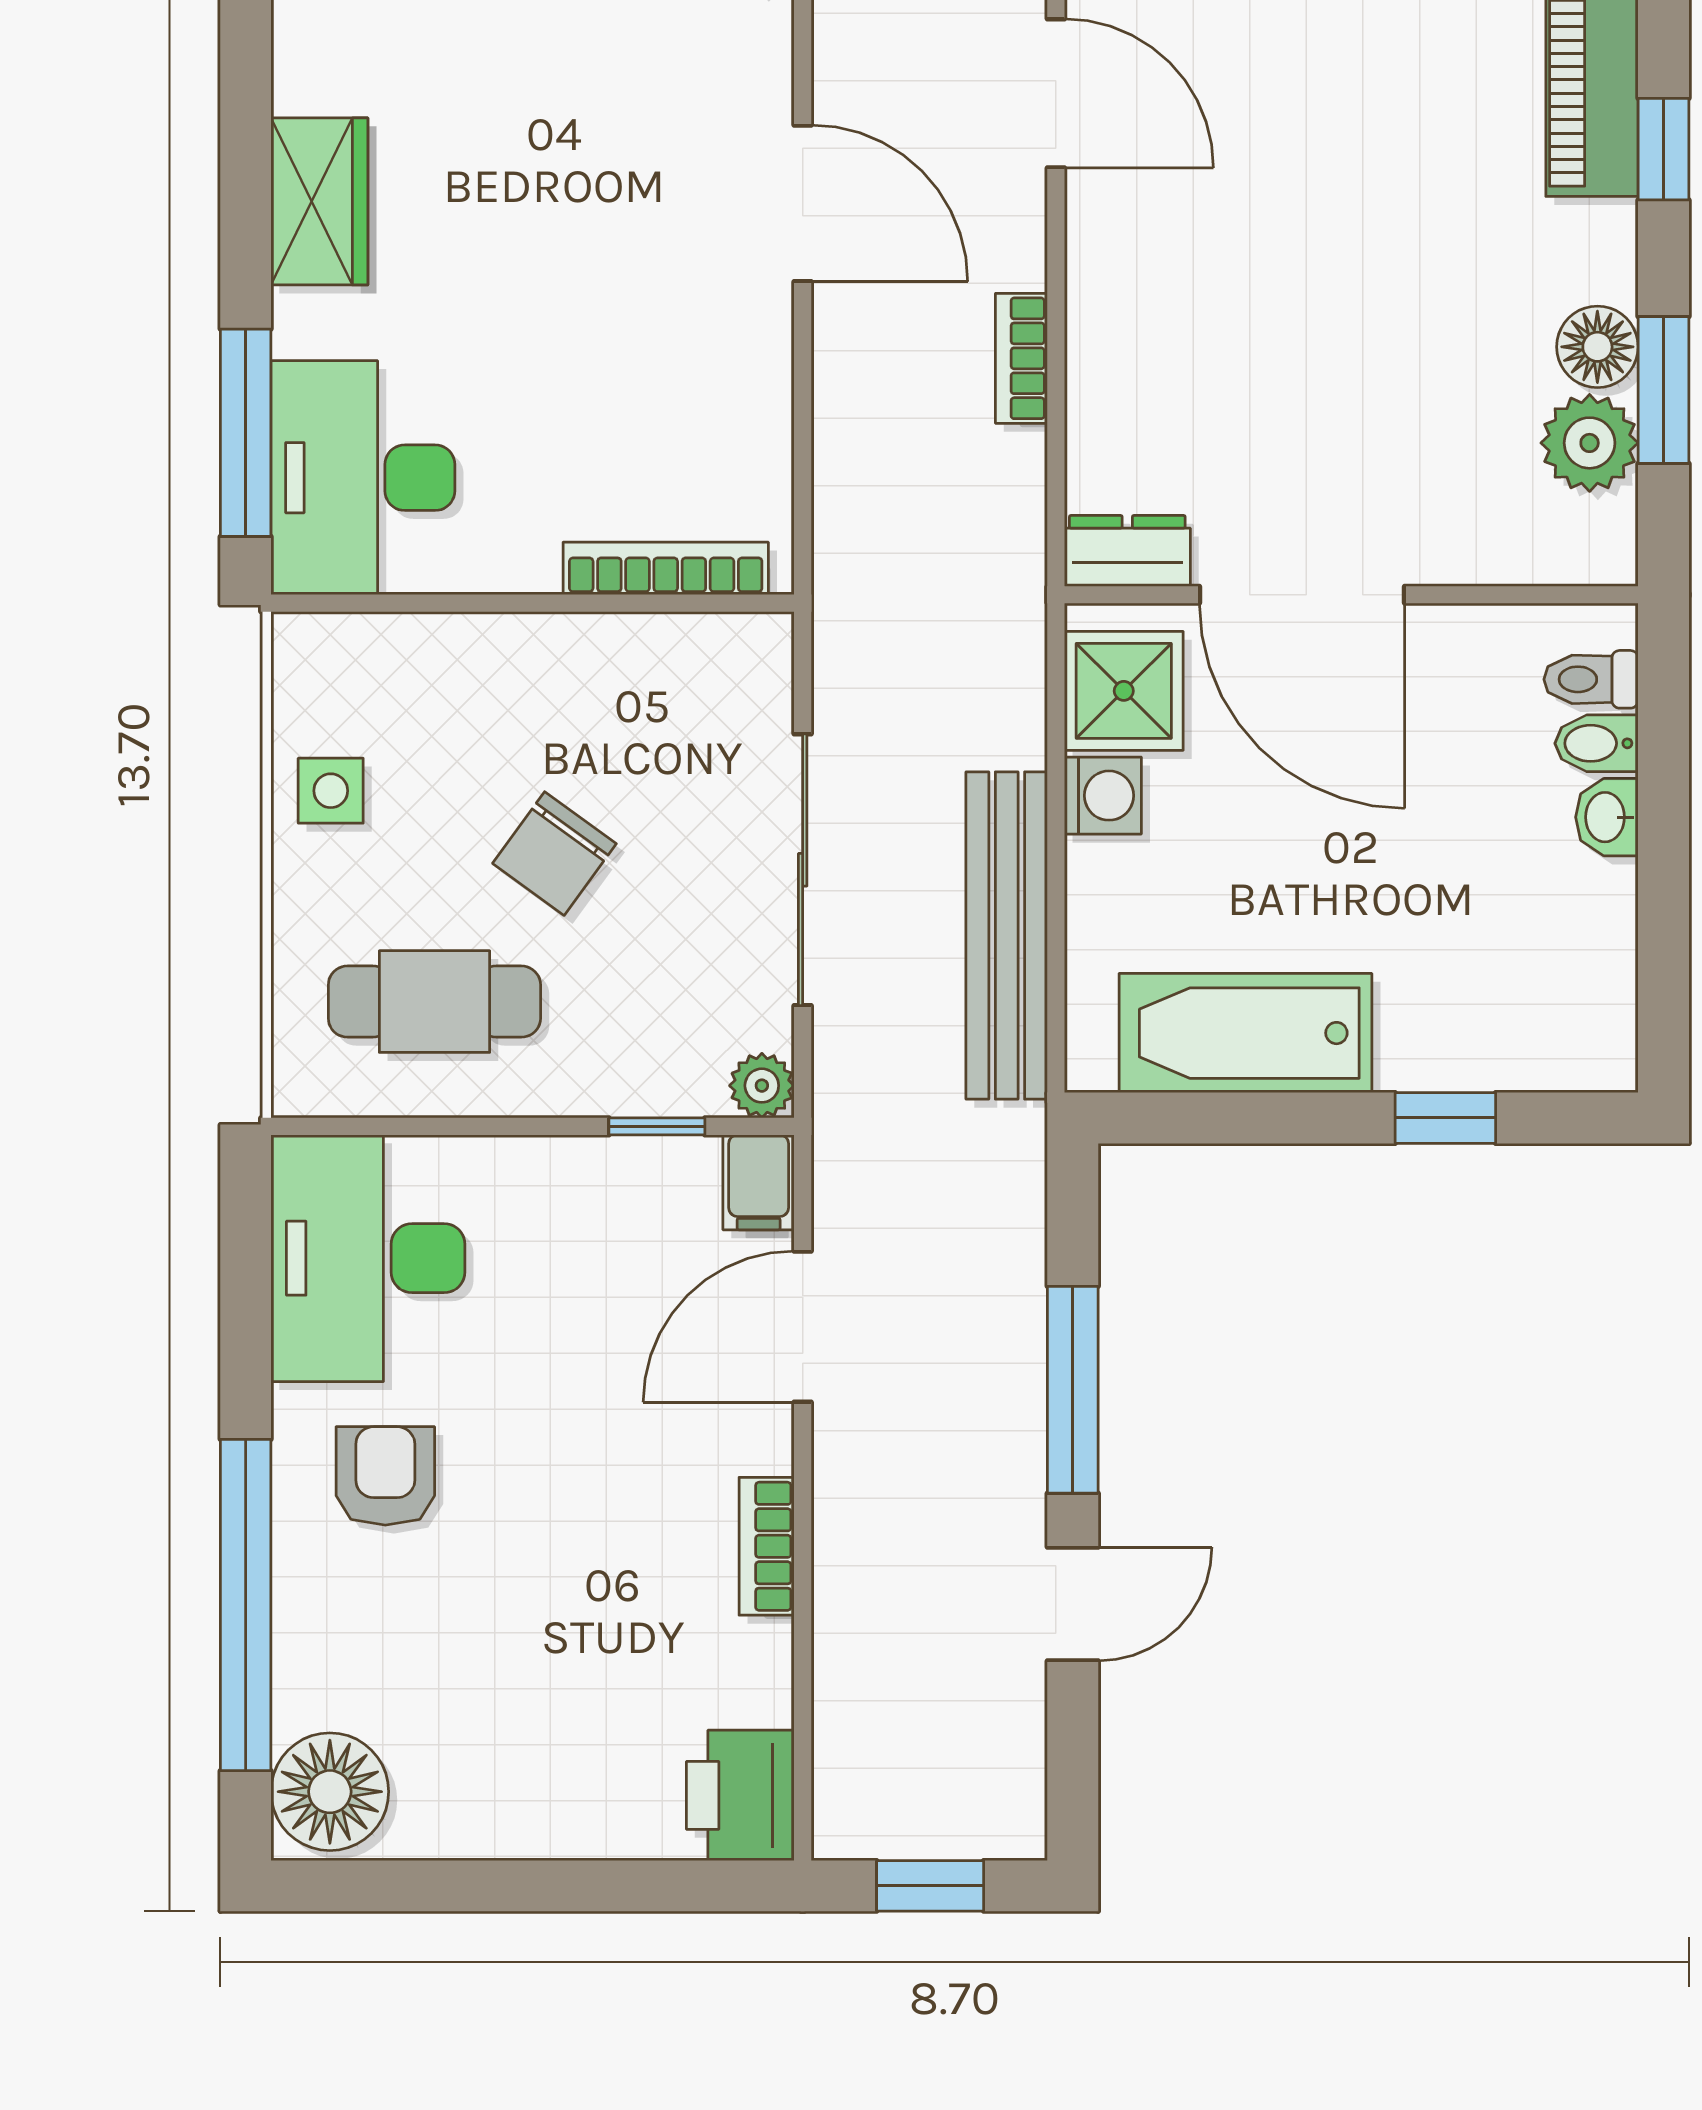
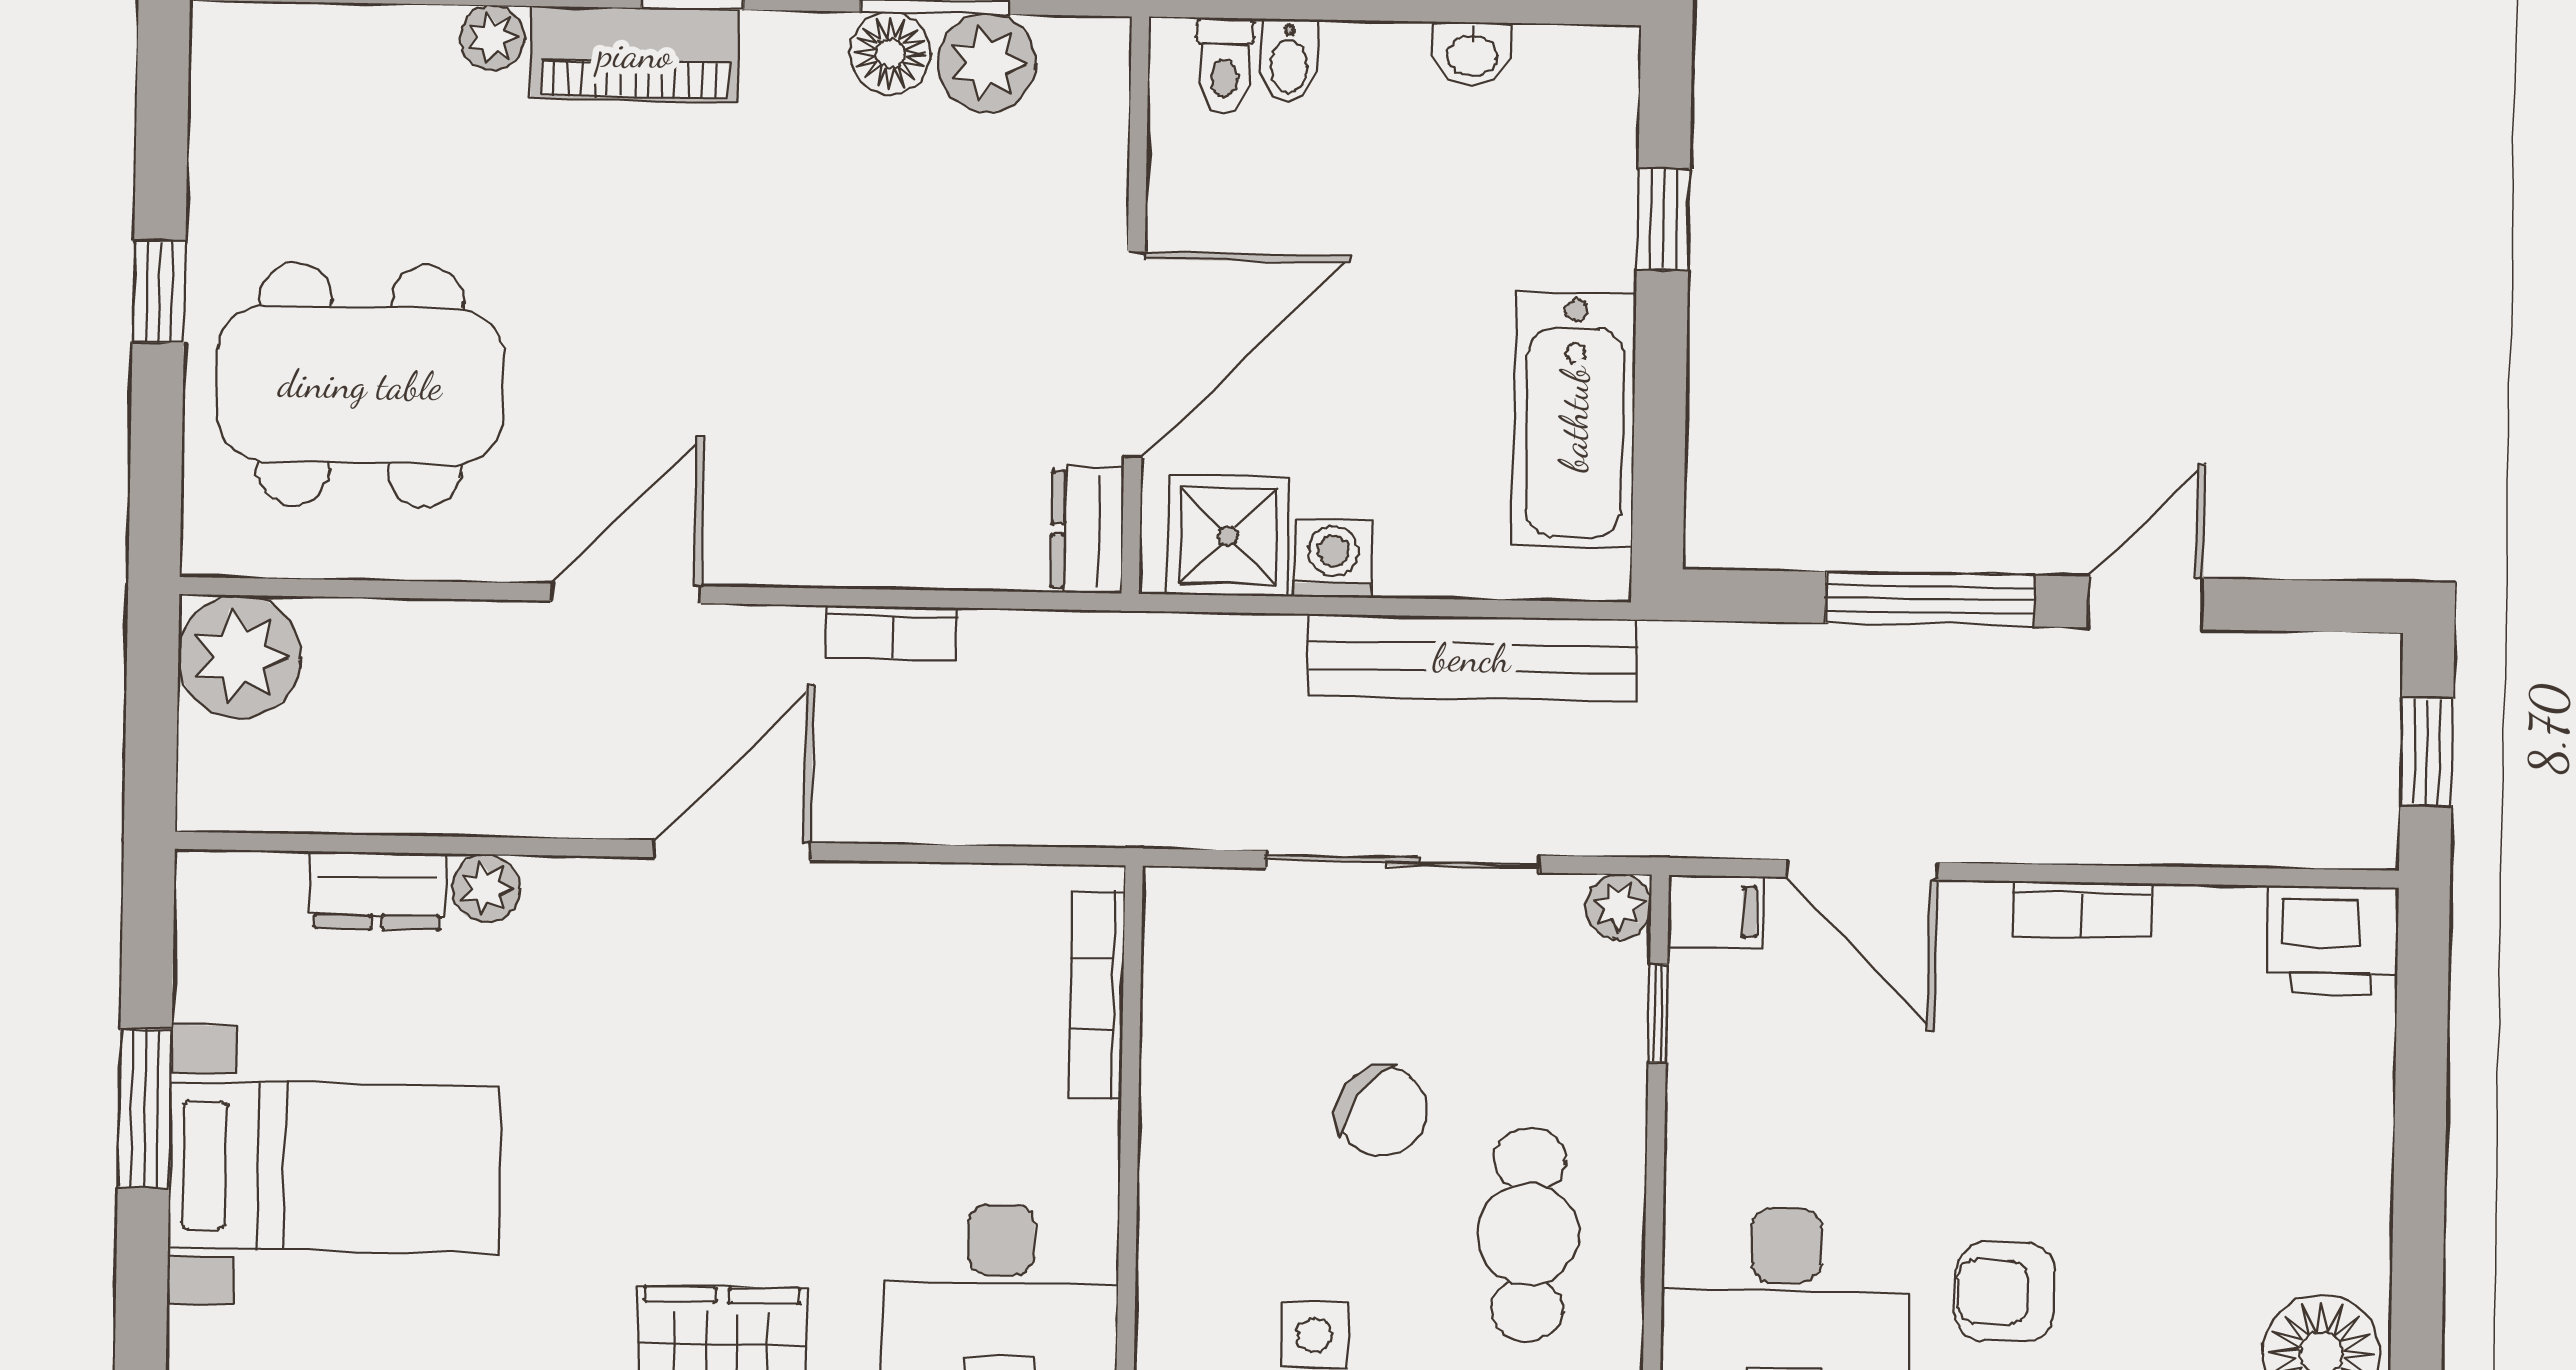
washbasin: (1607, 817) -> (1472, 54), moved
door: (1073, 1604) -> (2146, 603), hinge flipped

